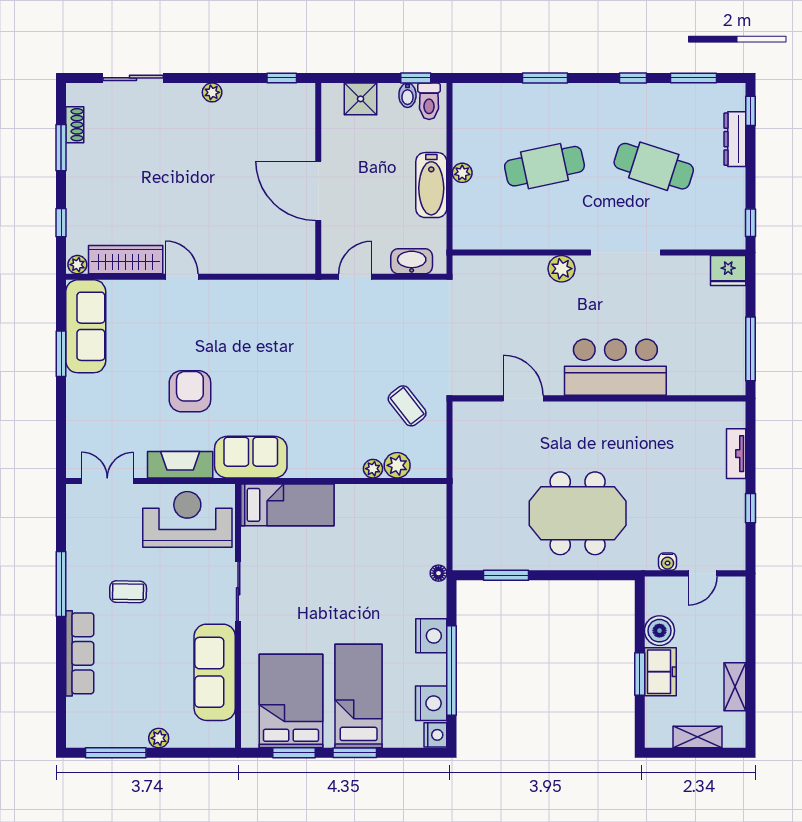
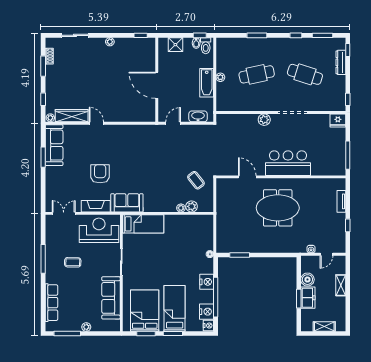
meeting table: (578, 513) -> (278, 208), moved
row of seats: (80, 653) -> (51, 303), moved
shelving: (735, 687) -> (341, 285), moved

